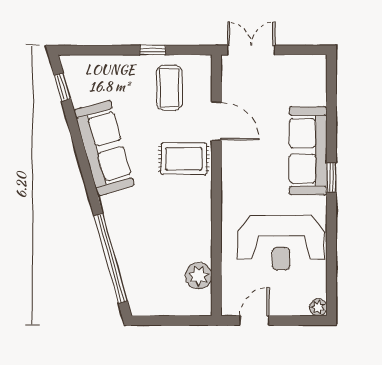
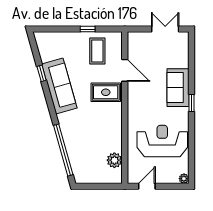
double door: (251, 50) -> (165, 29), moved
window: (62, 87) -> (42, 73), moved
sofa: (308, 151) -> (178, 88), width x0.73
reception desk: (281, 243) -> (162, 141), turned 180

